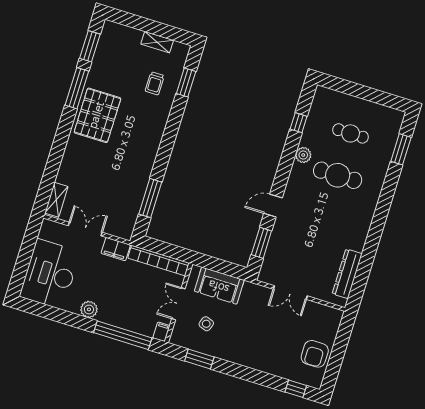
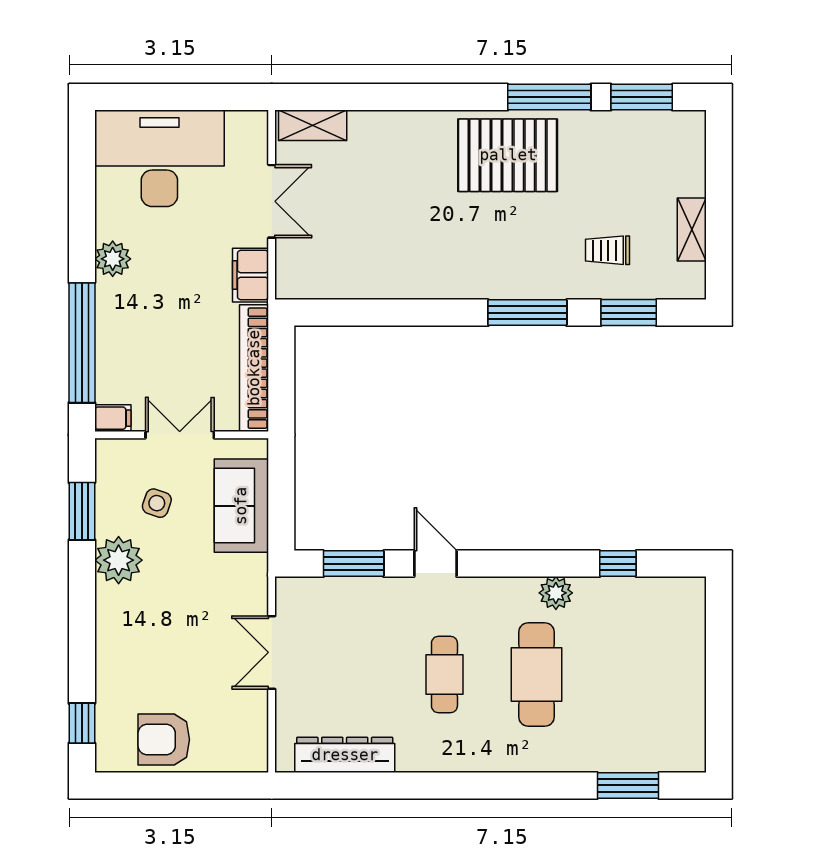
cafe table: (351, 133) -> (444, 675), moved
window: (150, 198) -> (527, 313), moved
plant: (227, 349) -> (119, 560), added

